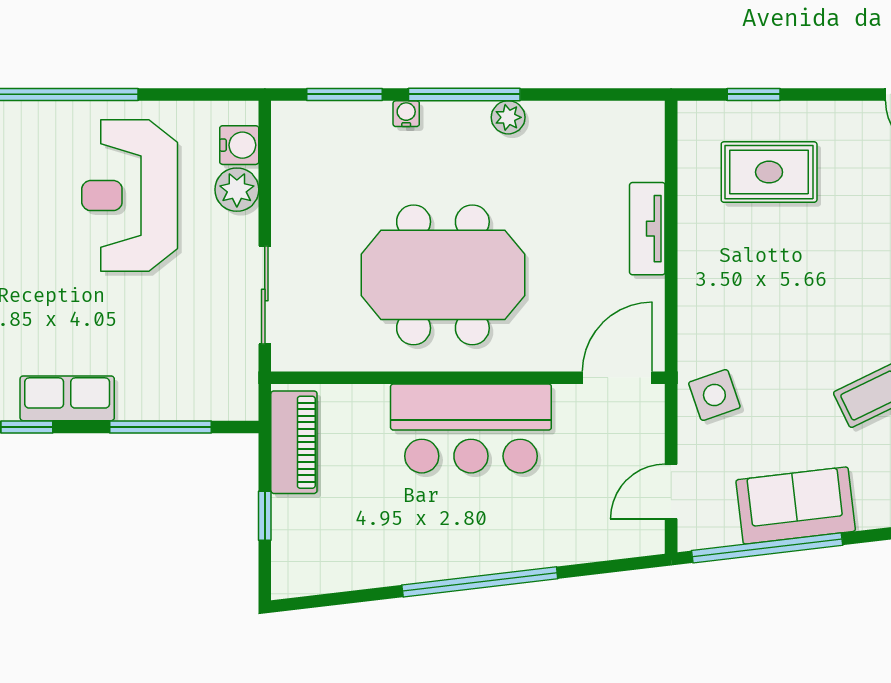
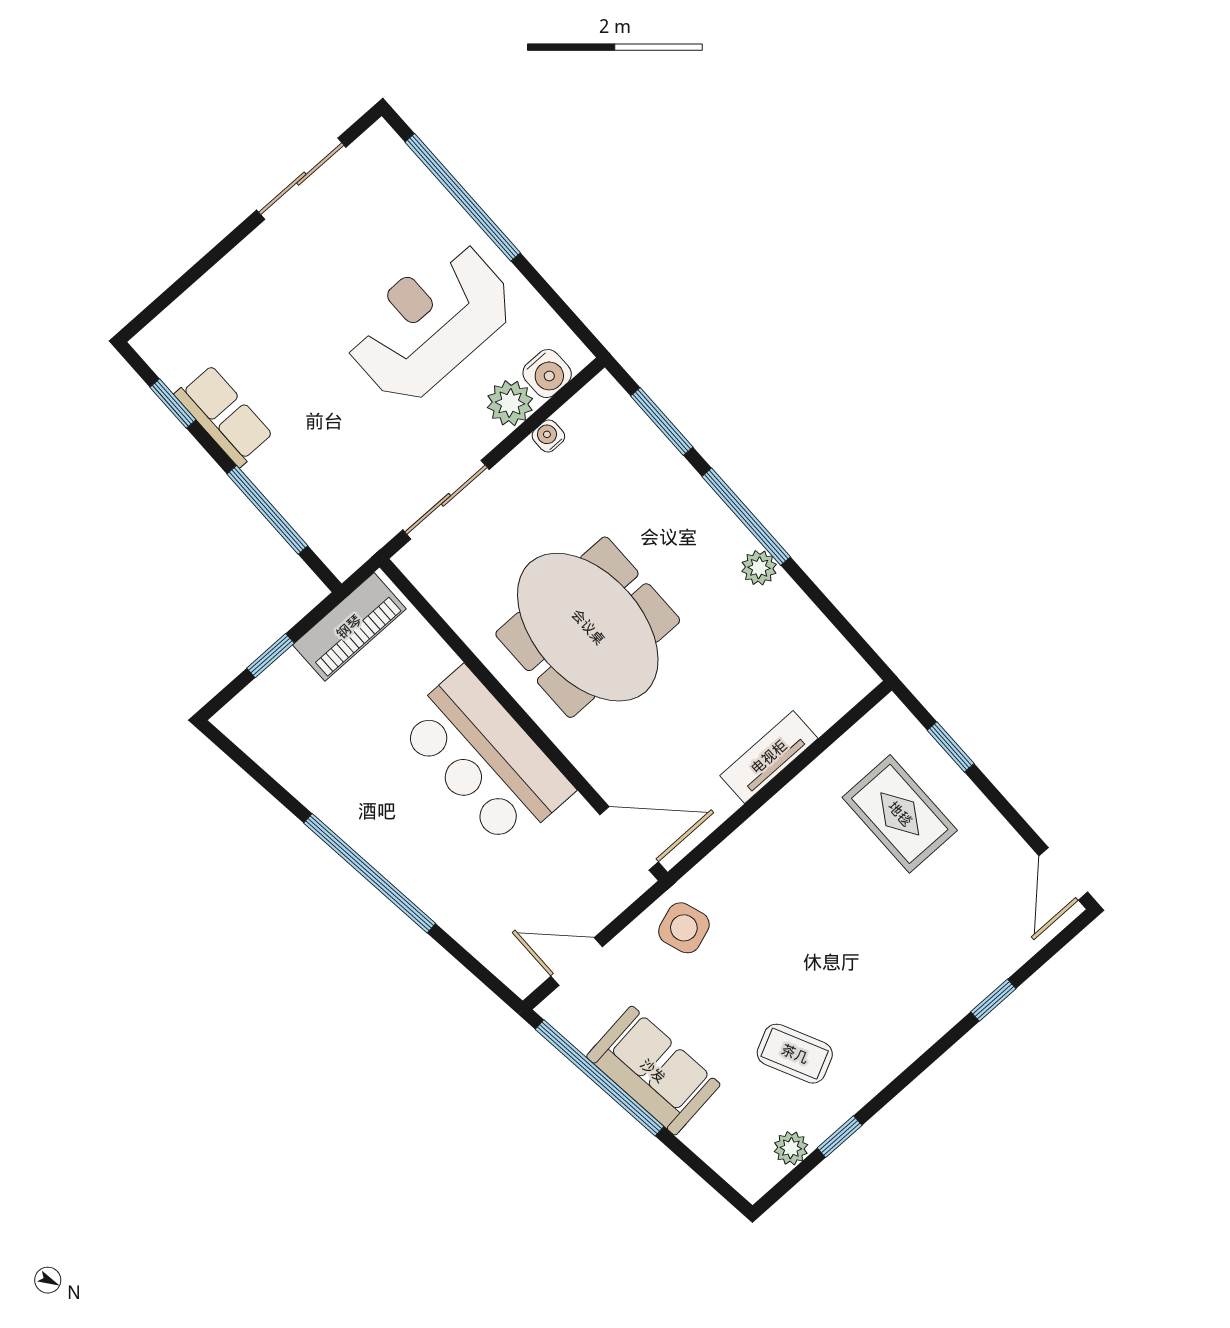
water cooler: (406, 114) -> (548, 436), moved, turned -90

